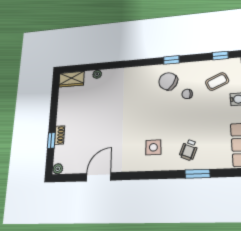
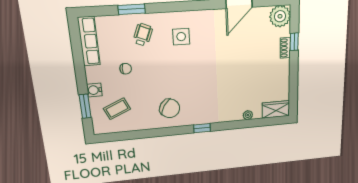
window: (220, 56) -> (115, 137), removed
window: (171, 60) -> (202, 128), moved
chair: (187, 94) -> (126, 69), moved
plant: (58, 169) -> (280, 16), width x1.87, depth x1.87

